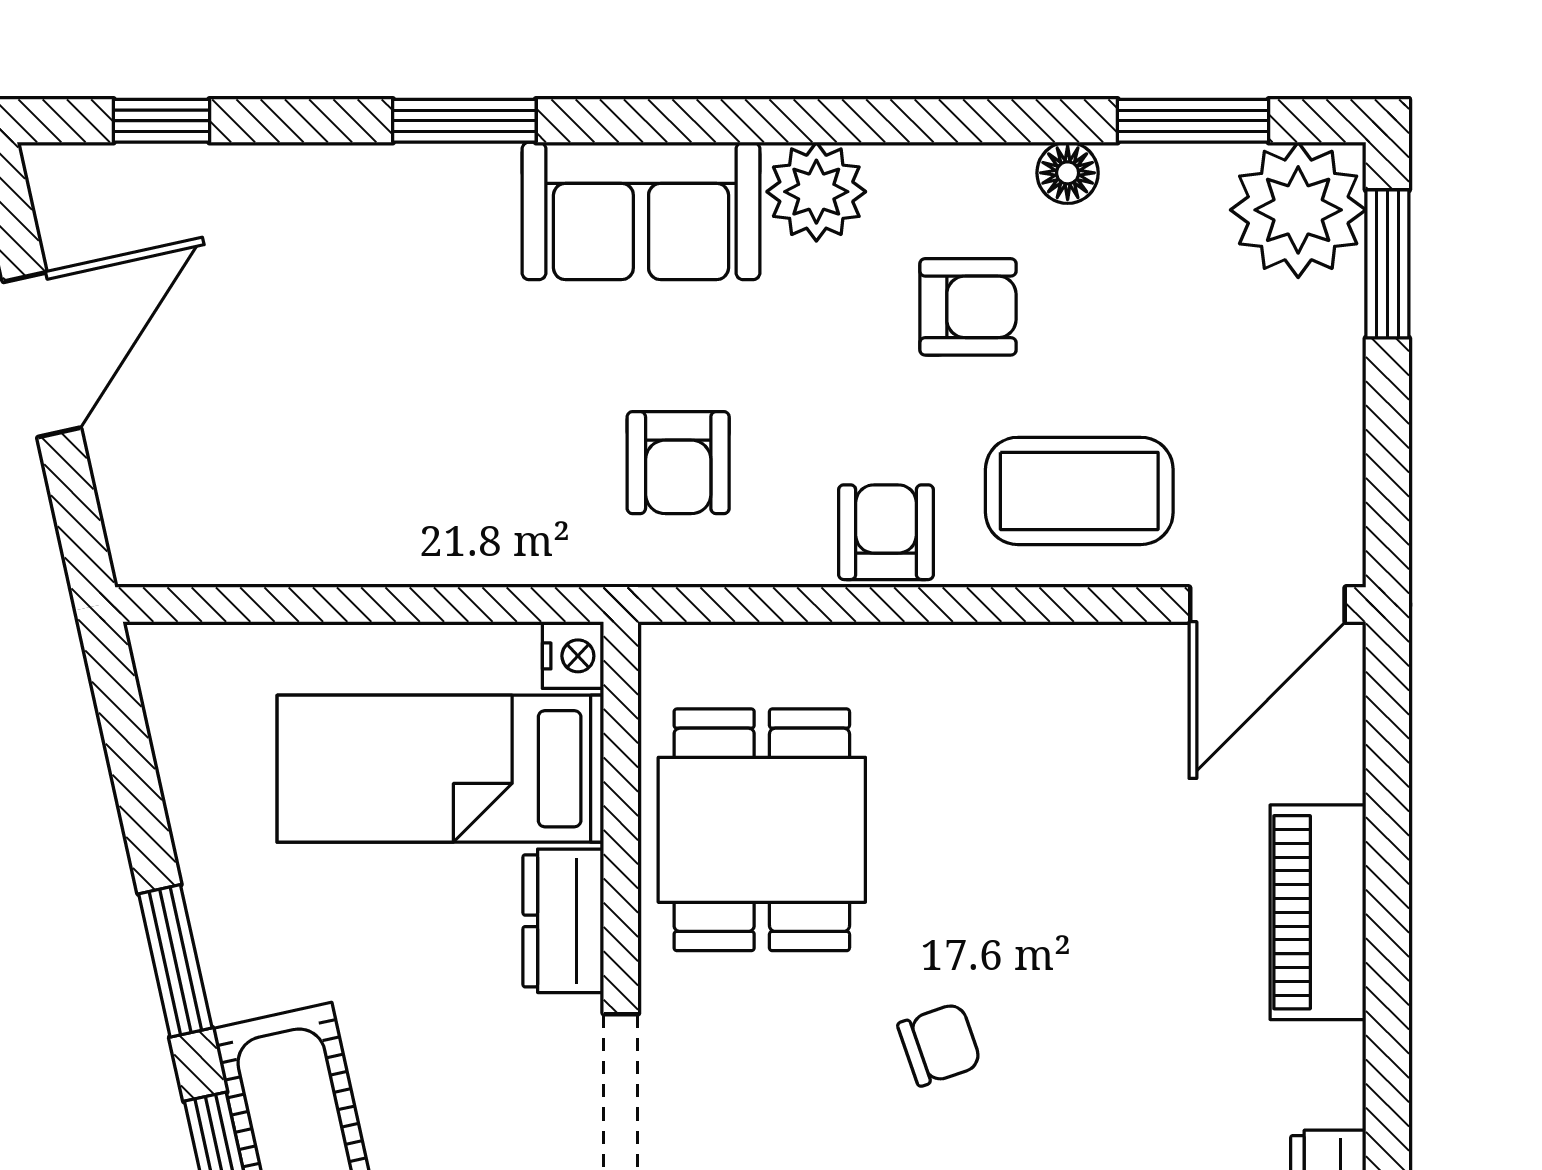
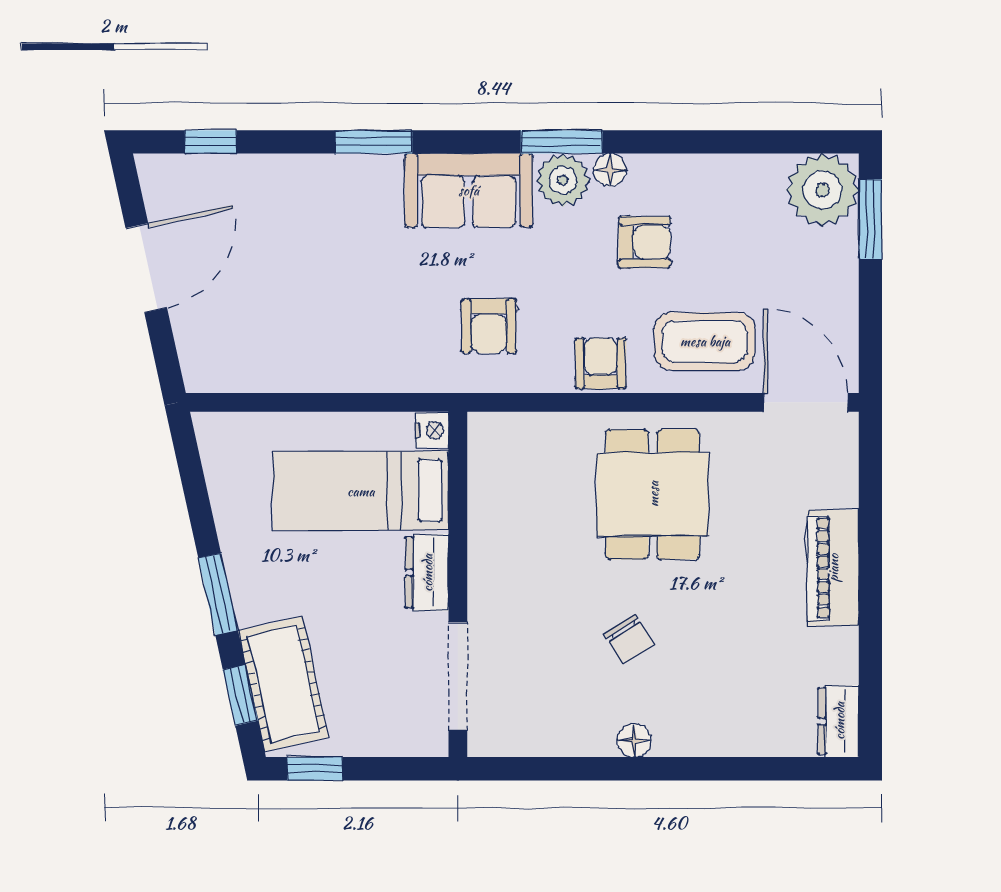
window: (1193, 121) -> (562, 142), moved
floor lamp: (1068, 173) -> (610, 170), moved
door: (1267, 605) -> (806, 402), swing flipped
dining table: (762, 830) -> (653, 494), moved
chair: (940, 1044) -> (629, 639), turned 76

